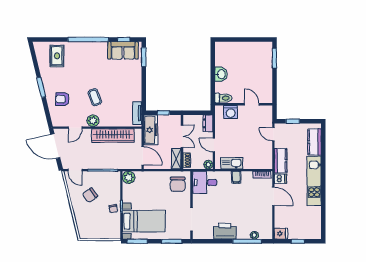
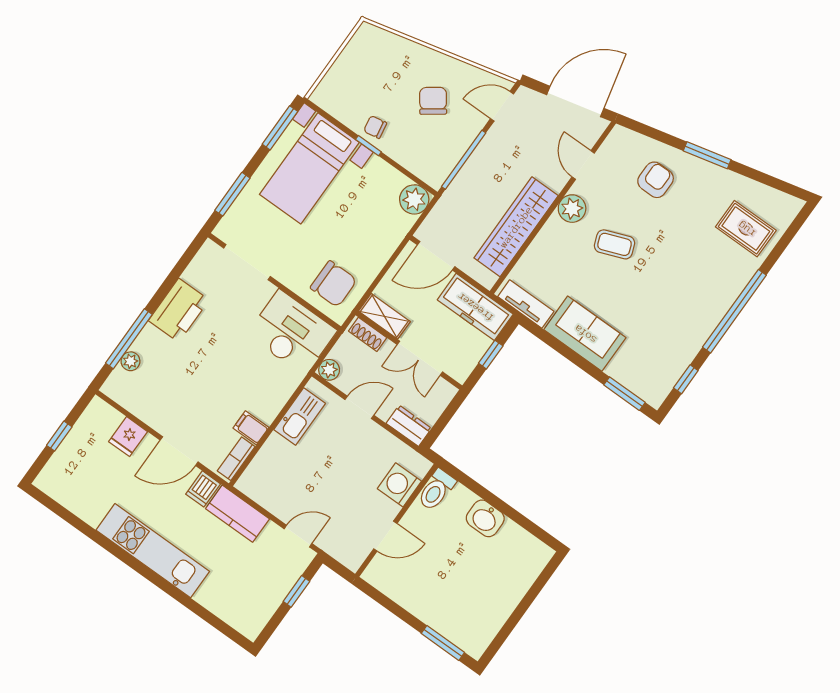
sofa: (123, 50) -> (585, 334), moved, turned 90
kitchen counter: (314, 142) -> (227, 605), removed
filing cabinet: (236, 177) -> (251, 428), moved
desk: (205, 183) -> (292, 332), width x1.37
chair: (178, 184) -> (334, 284), turned 180
fridge: (281, 234) -> (128, 437), moved

